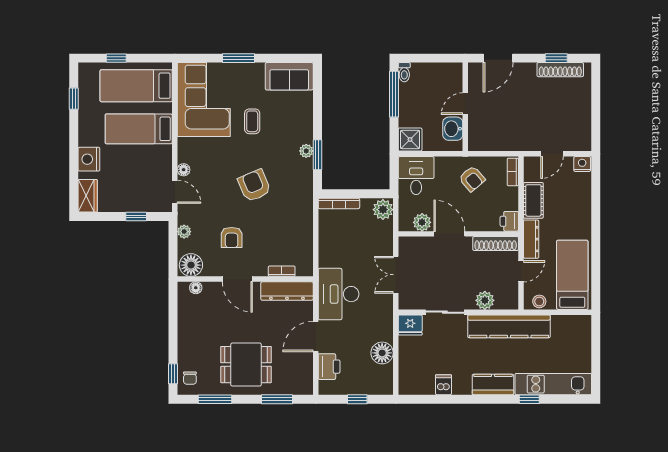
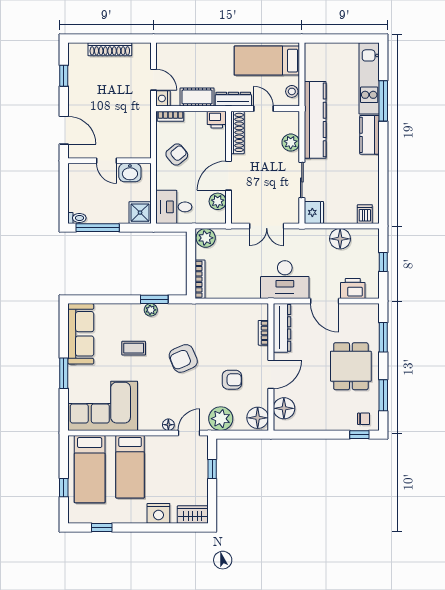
shoe rack: (560, 70) -> (110, 49), moved, turned 90
sofa: (289, 76) -> (81, 334), width x1.36
coffee table: (252, 121) -> (134, 348), moved
nightstand: (582, 164) -> (163, 98), moved
plant: (184, 232) -> (221, 419), width x1.87, depth x1.87
floor lamp: (196, 288) -> (284, 408), width x1.89, depth x1.89
dishwasher: (443, 385) -> (365, 214), moved, turned 90
window: (529, 399) -> (383, 101), width x2.17

